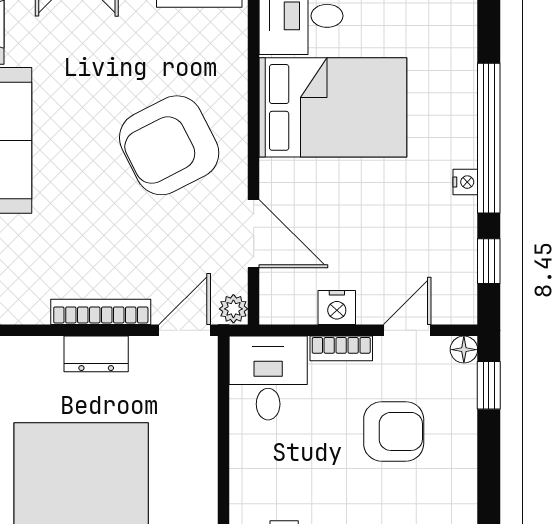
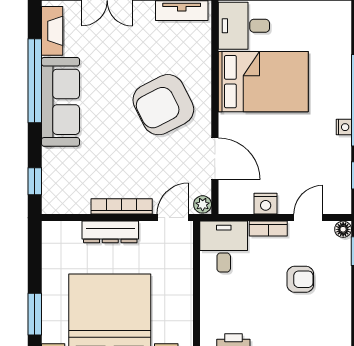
dresser: (96, 354) -> (110, 232), width x1.44
armchair: (394, 431) -> (300, 279), width x0.72, depth x0.72

